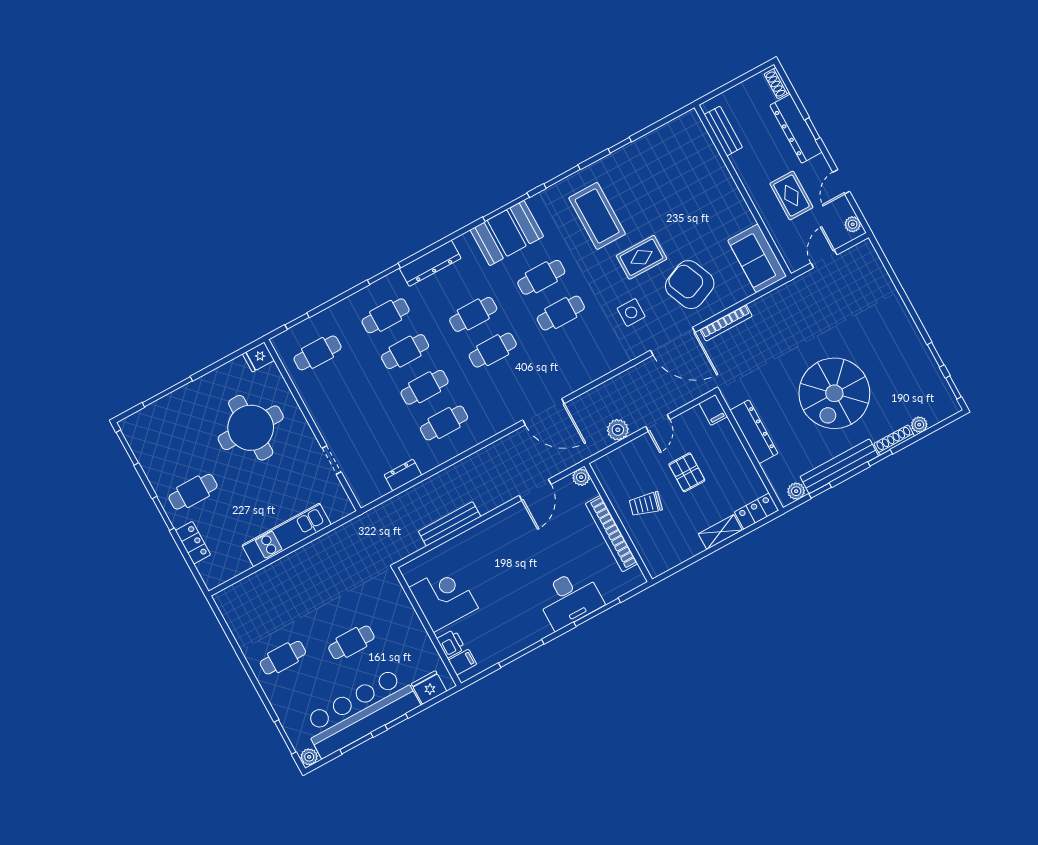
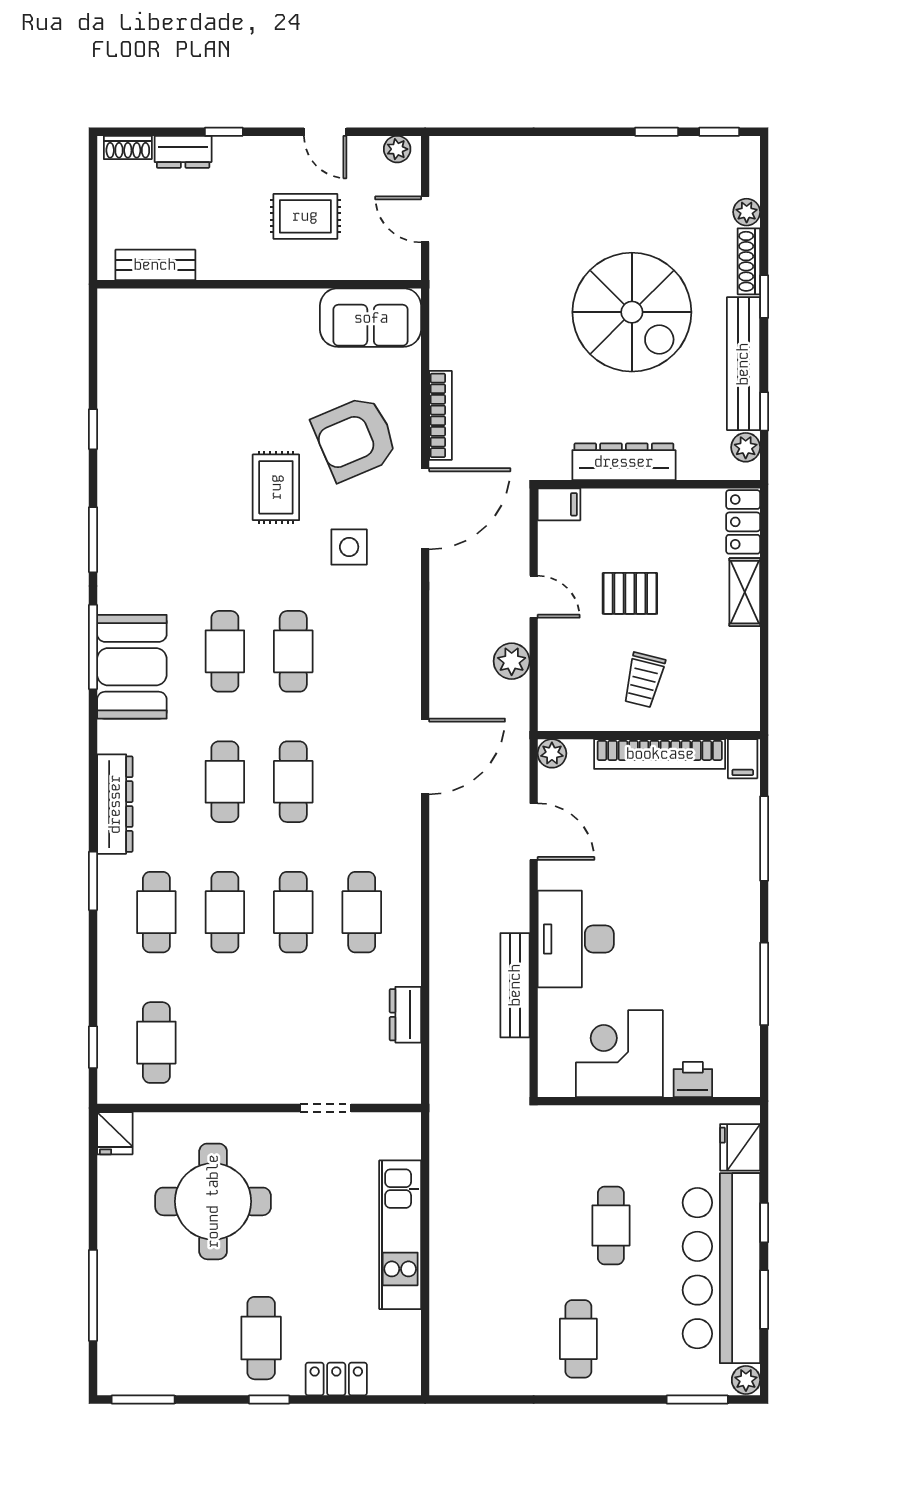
dresser: (796, 129) -> (183, 152), width x0.51, depth x0.80
coffee table: (597, 216) -> (179, 520), removed
window: (163, 513) -> (269, 1399), width x0.67
desk: (570, 599) -> (576, 939), moved, turned 180
filing cabinet: (462, 662) -> (743, 759), moved, turned 180

